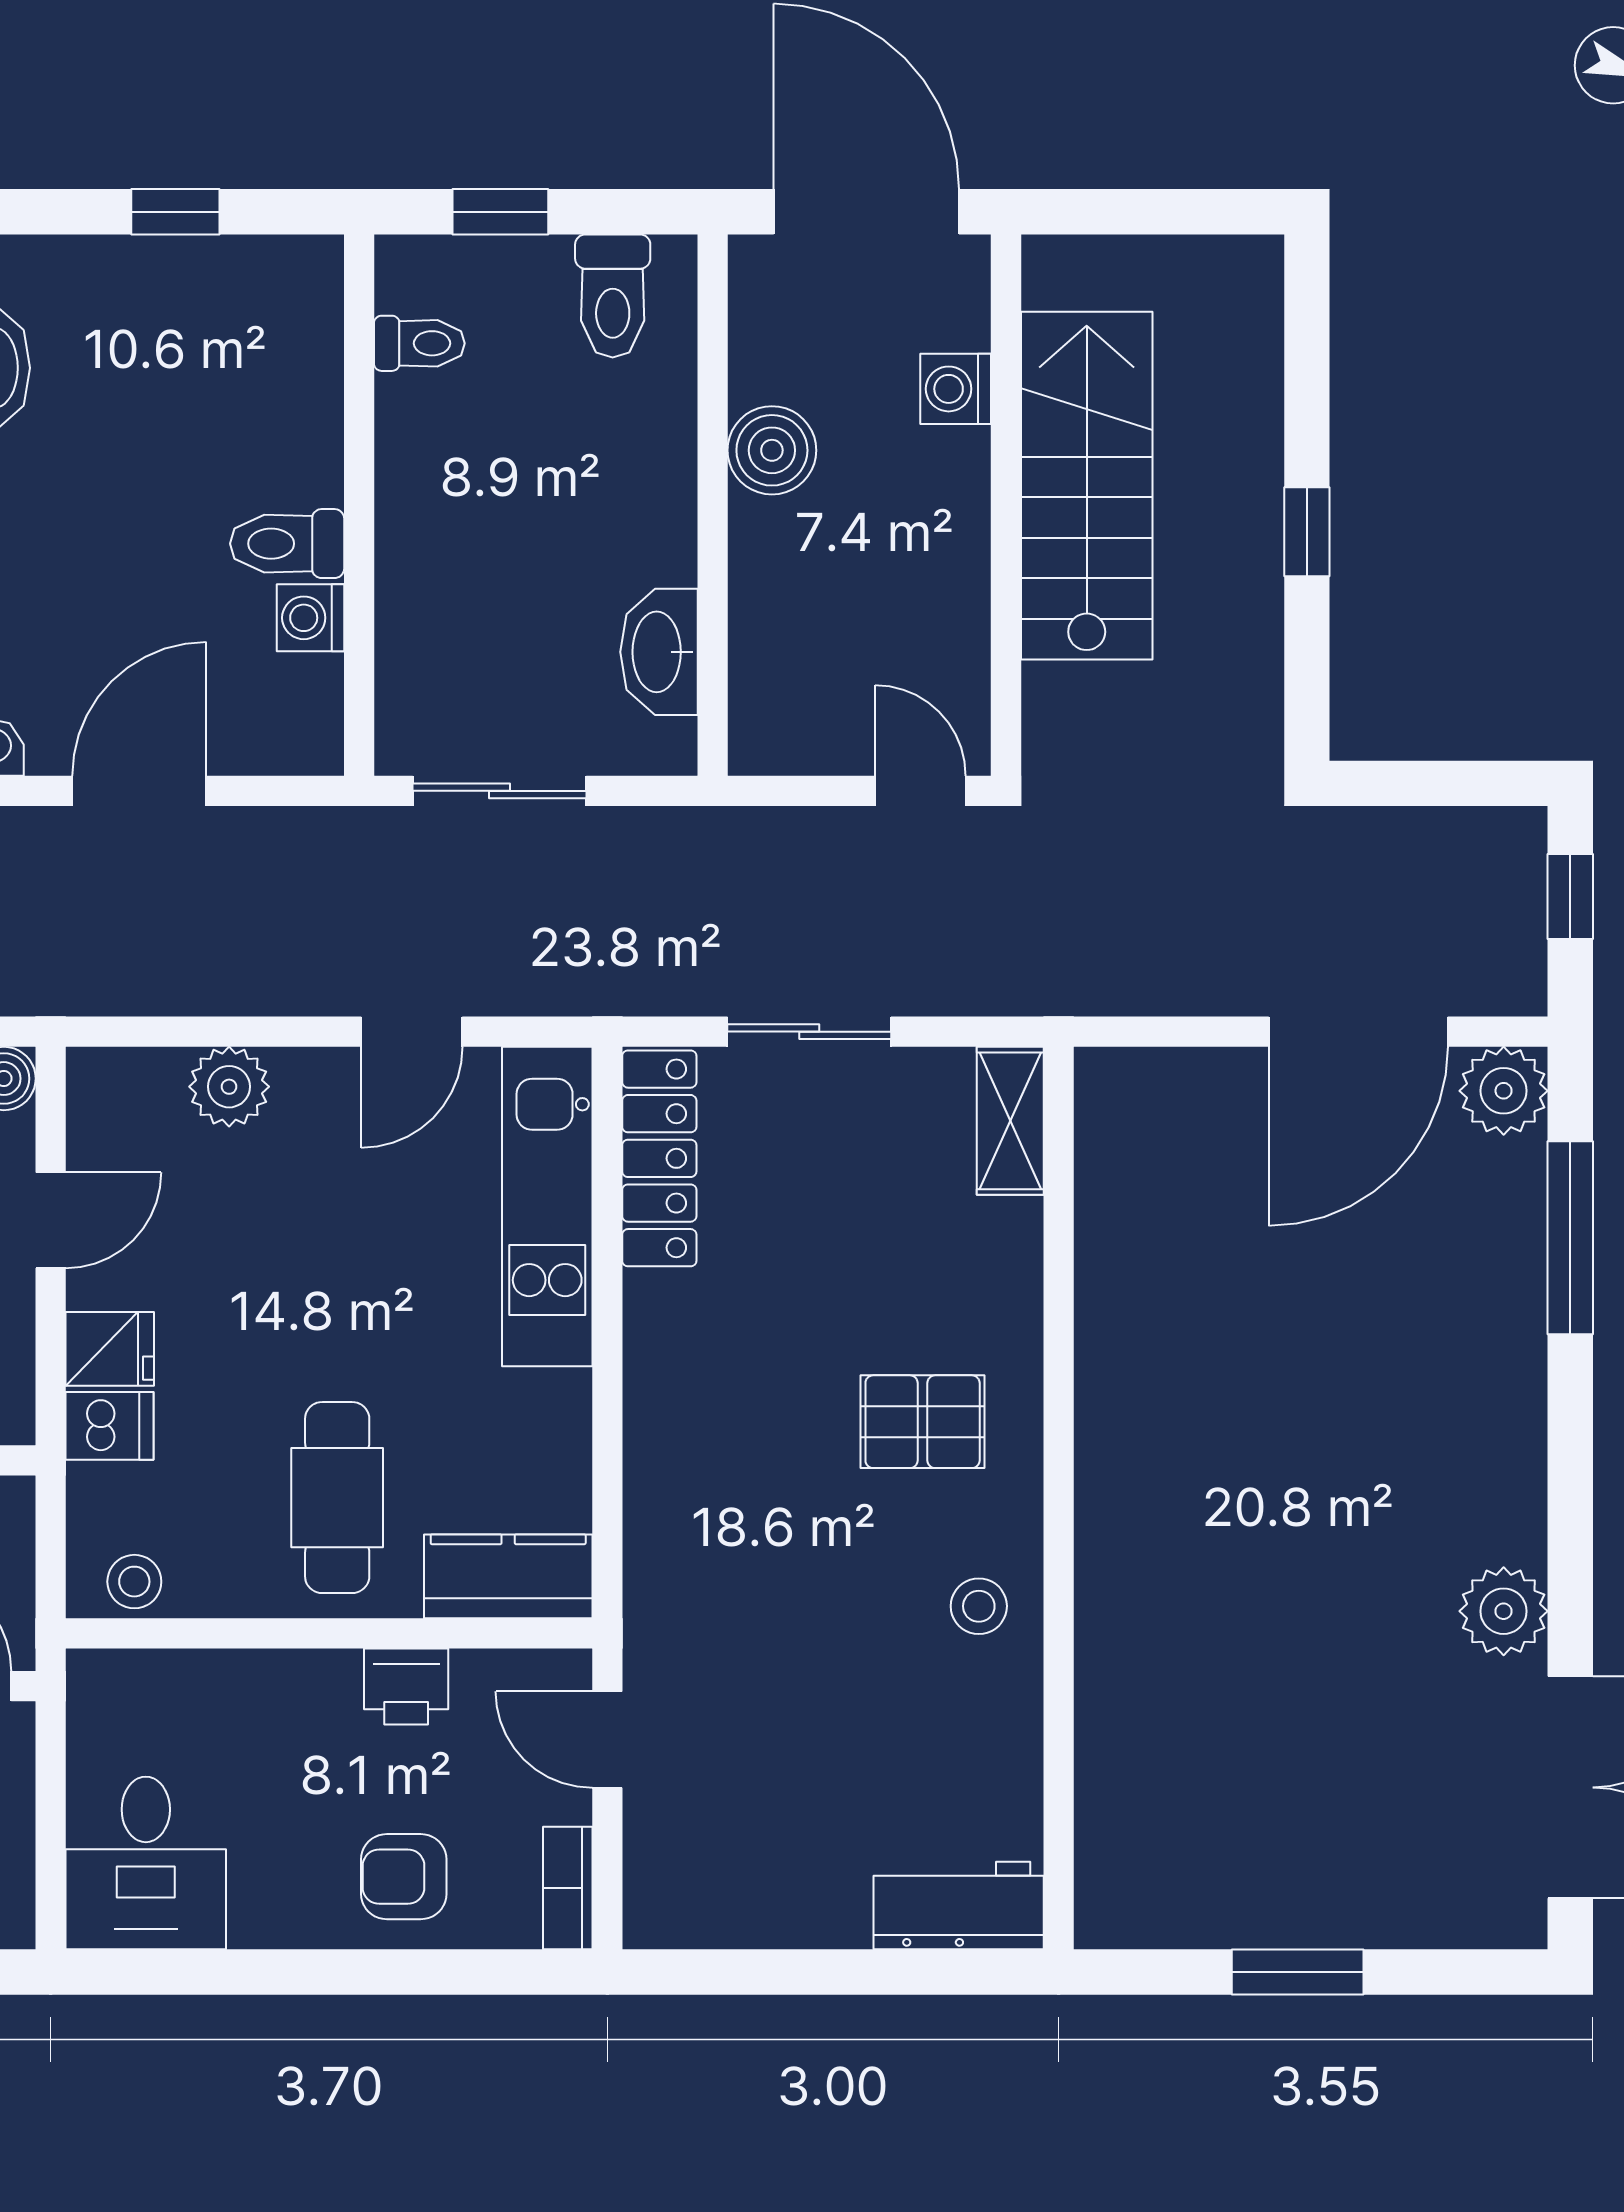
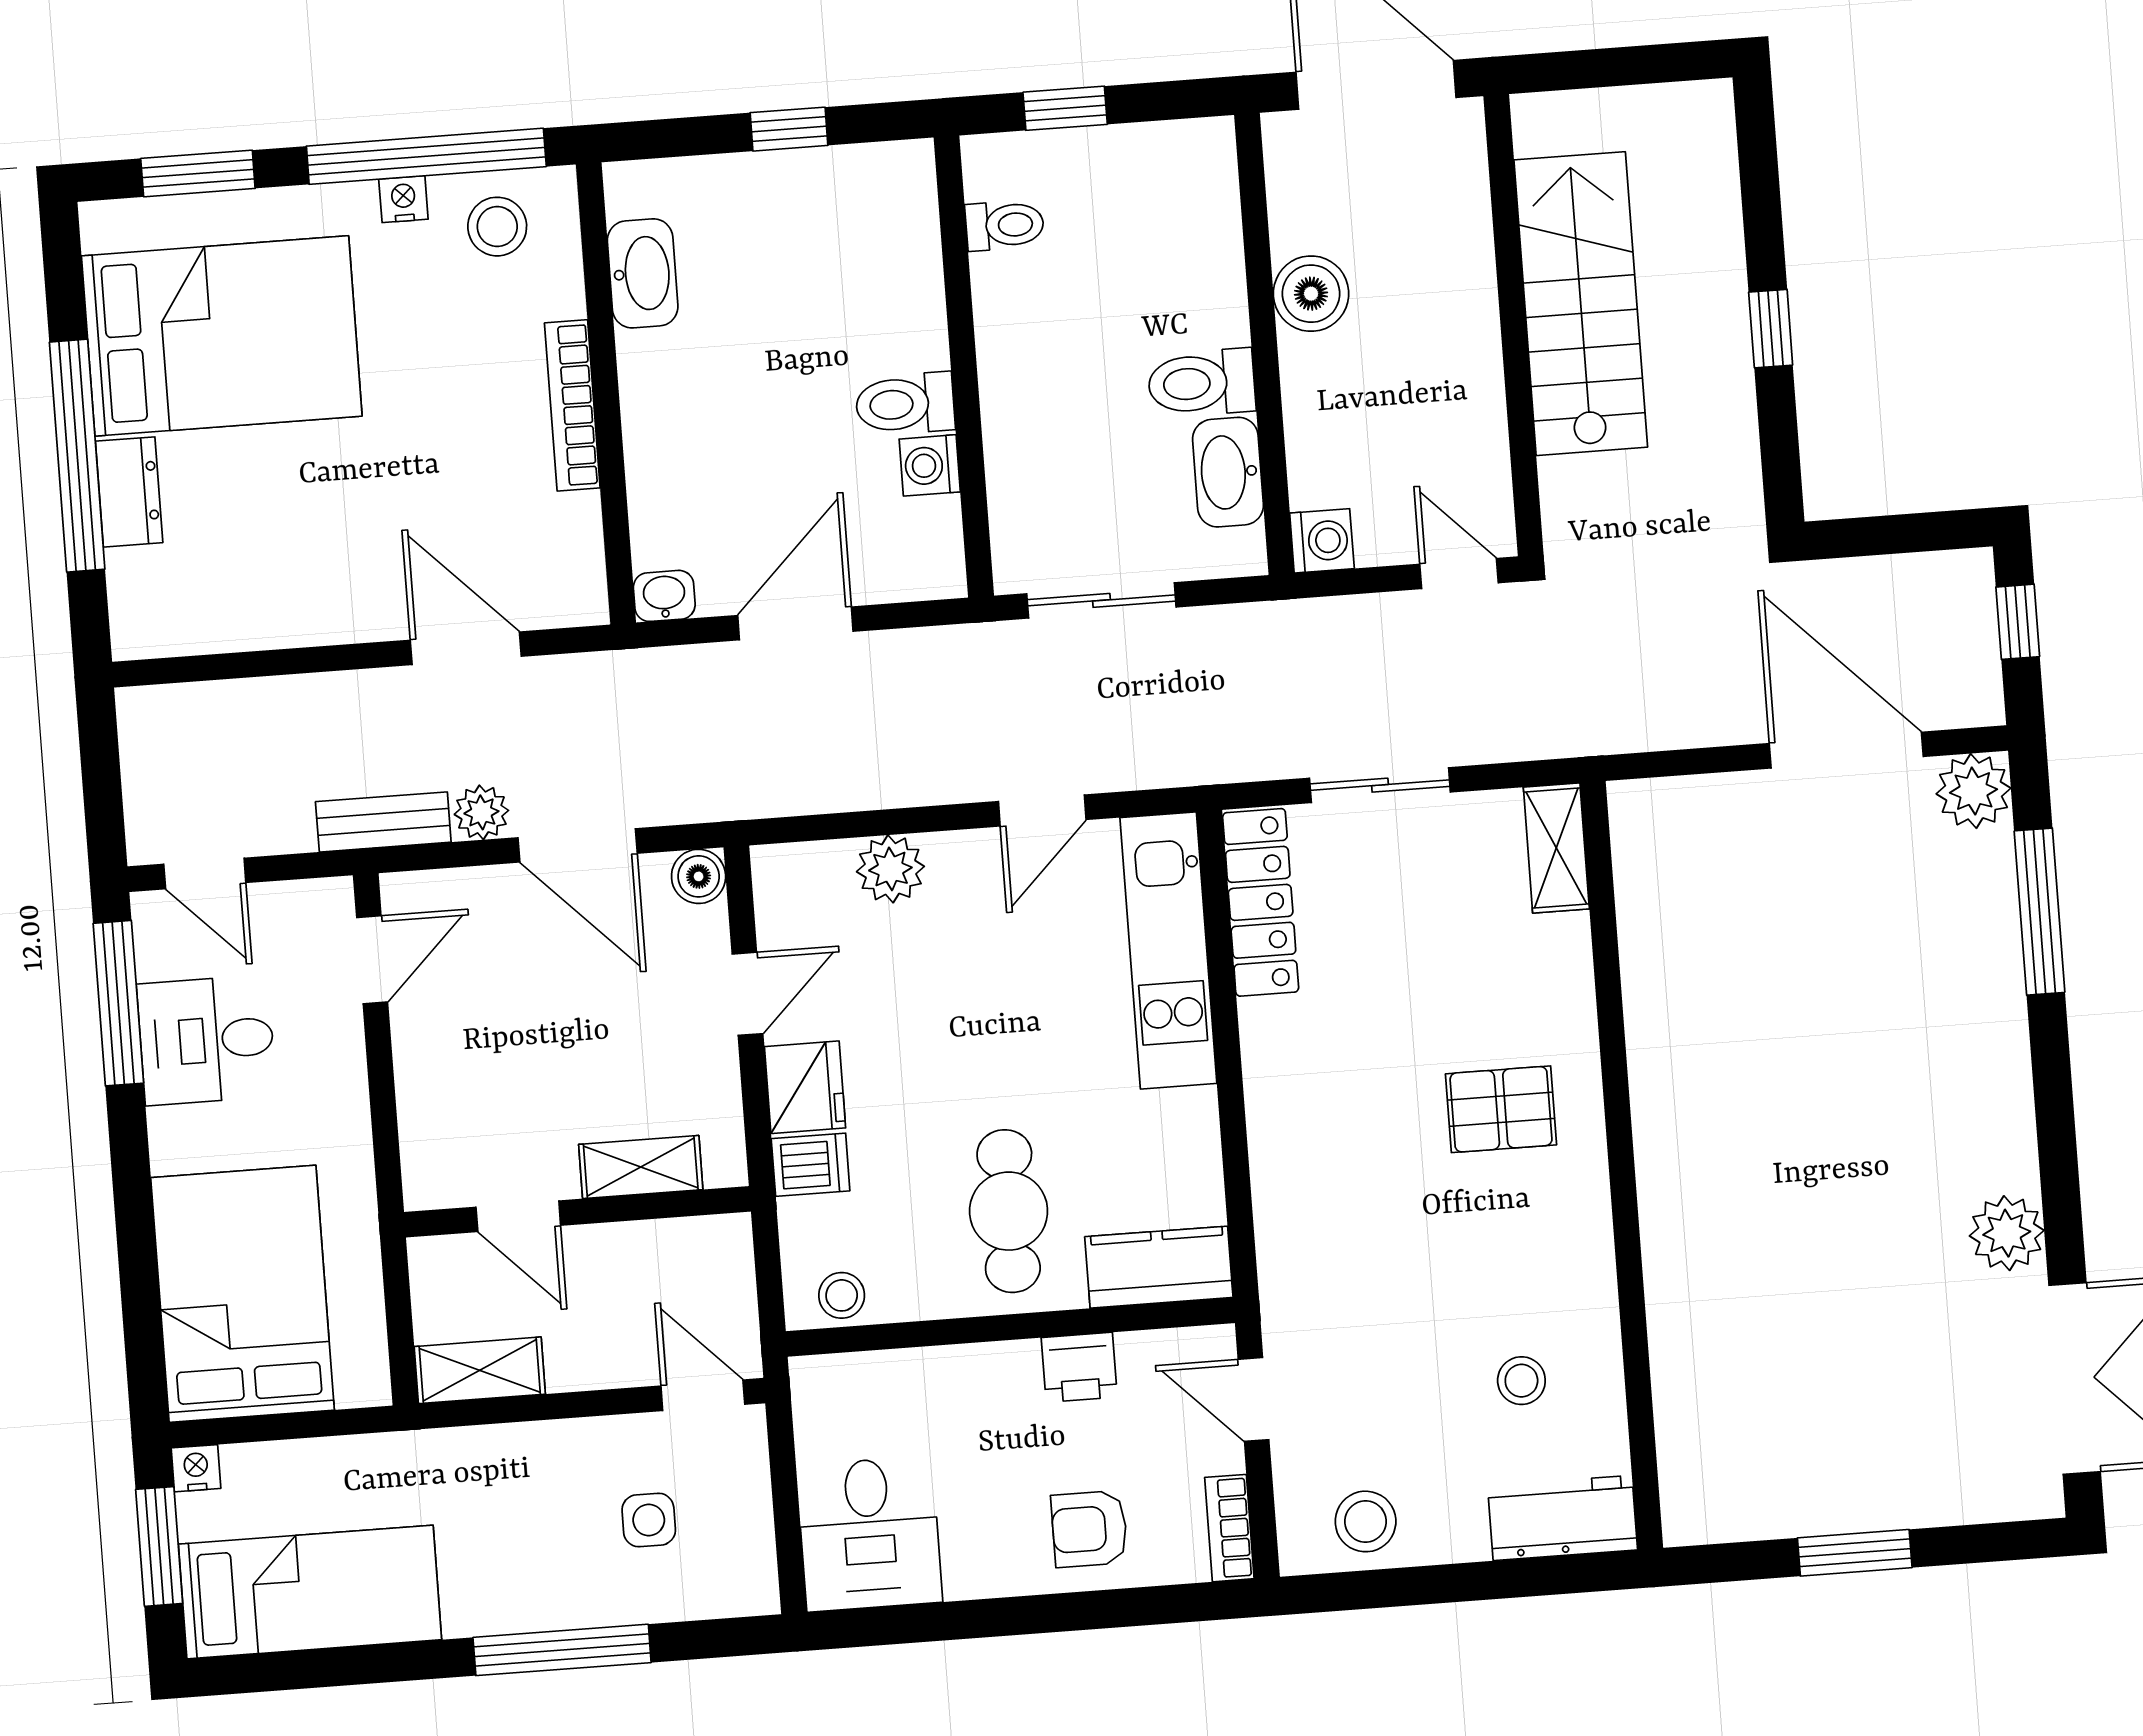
toilet: (613, 296) -> (1202, 383), moved, turned 90
washing machine: (956, 389) -> (1322, 541), moved, turned 180
door: (1358, 1032) -> (1846, 750), swing flipped
fridge: (110, 1349) -> (805, 1087), width x1.38
stool: (979, 1606) -> (1521, 1381), moved
stool: (728, 1892) -> (1366, 1521), added

